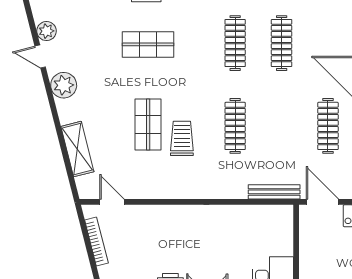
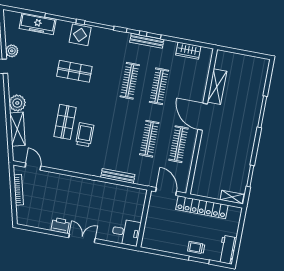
plant: (64, 85) -> (17, 103), moved
clothes rail: (235, 126) -> (149, 139), moved
bench: (274, 192) -> (118, 176), moved

